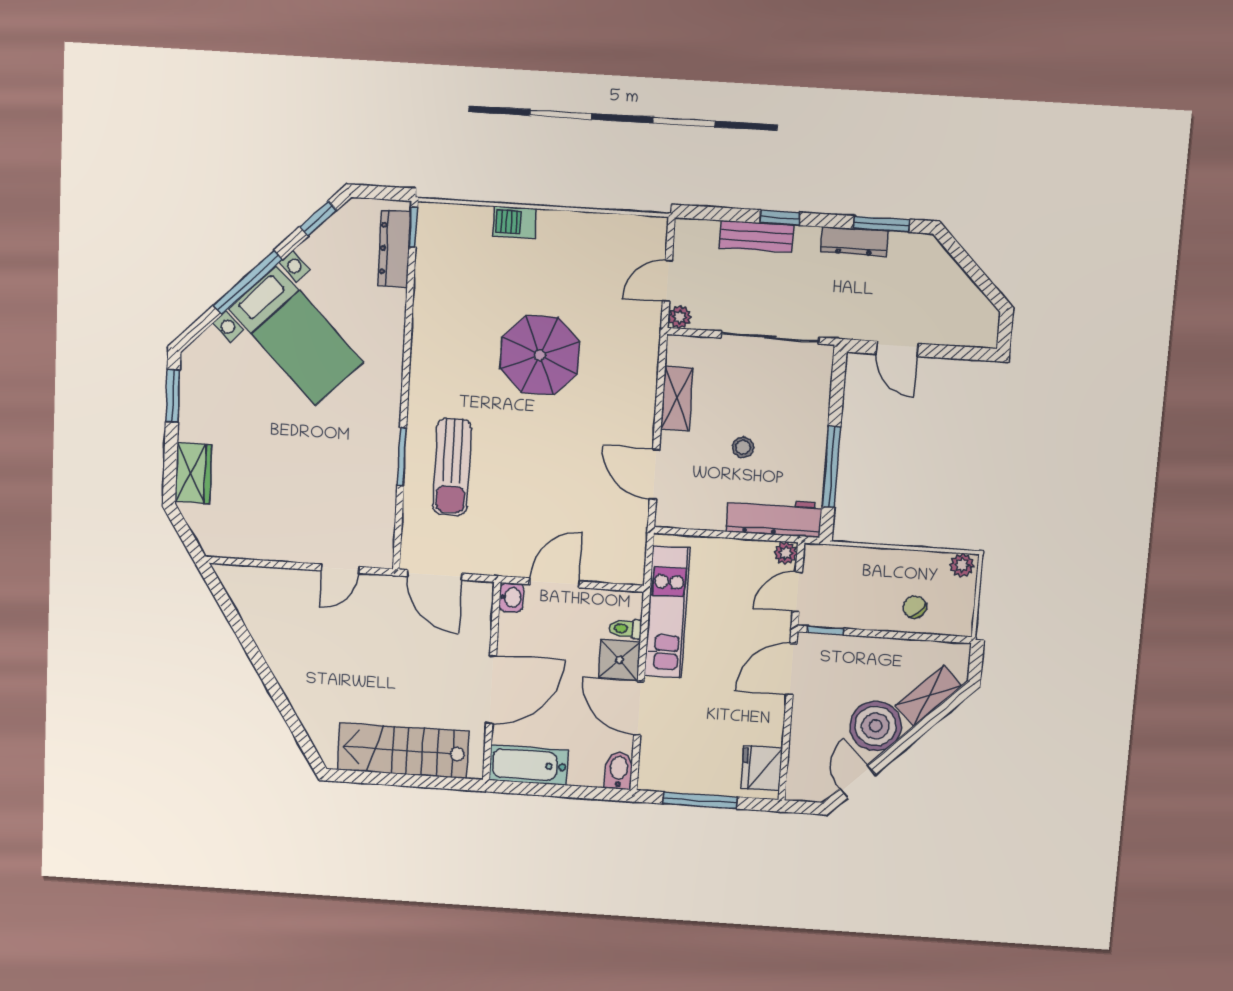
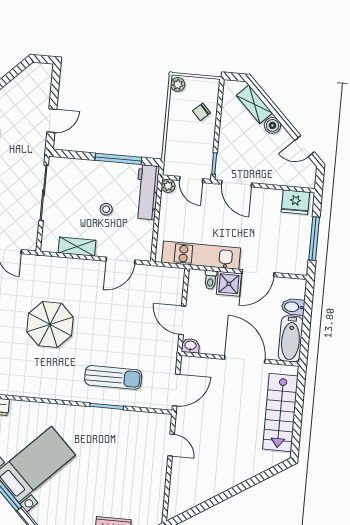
plant: (680, 317) -> (30, 244), removed
boiler: (876, 726) -> (272, 125), width x0.54, depth x0.54
bidet: (619, 770) -> (293, 307), moved

